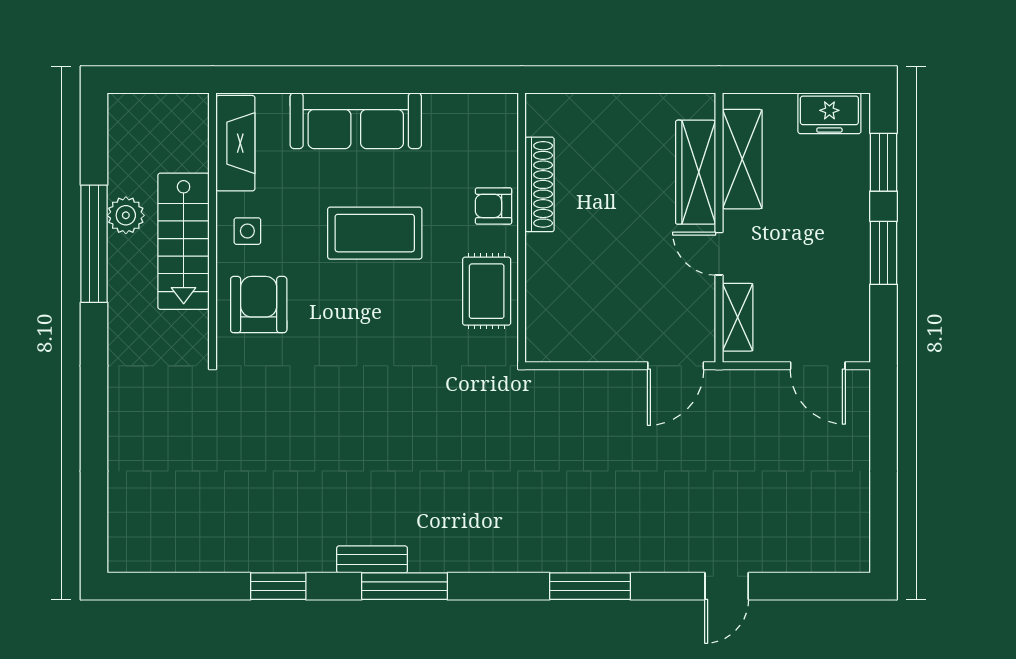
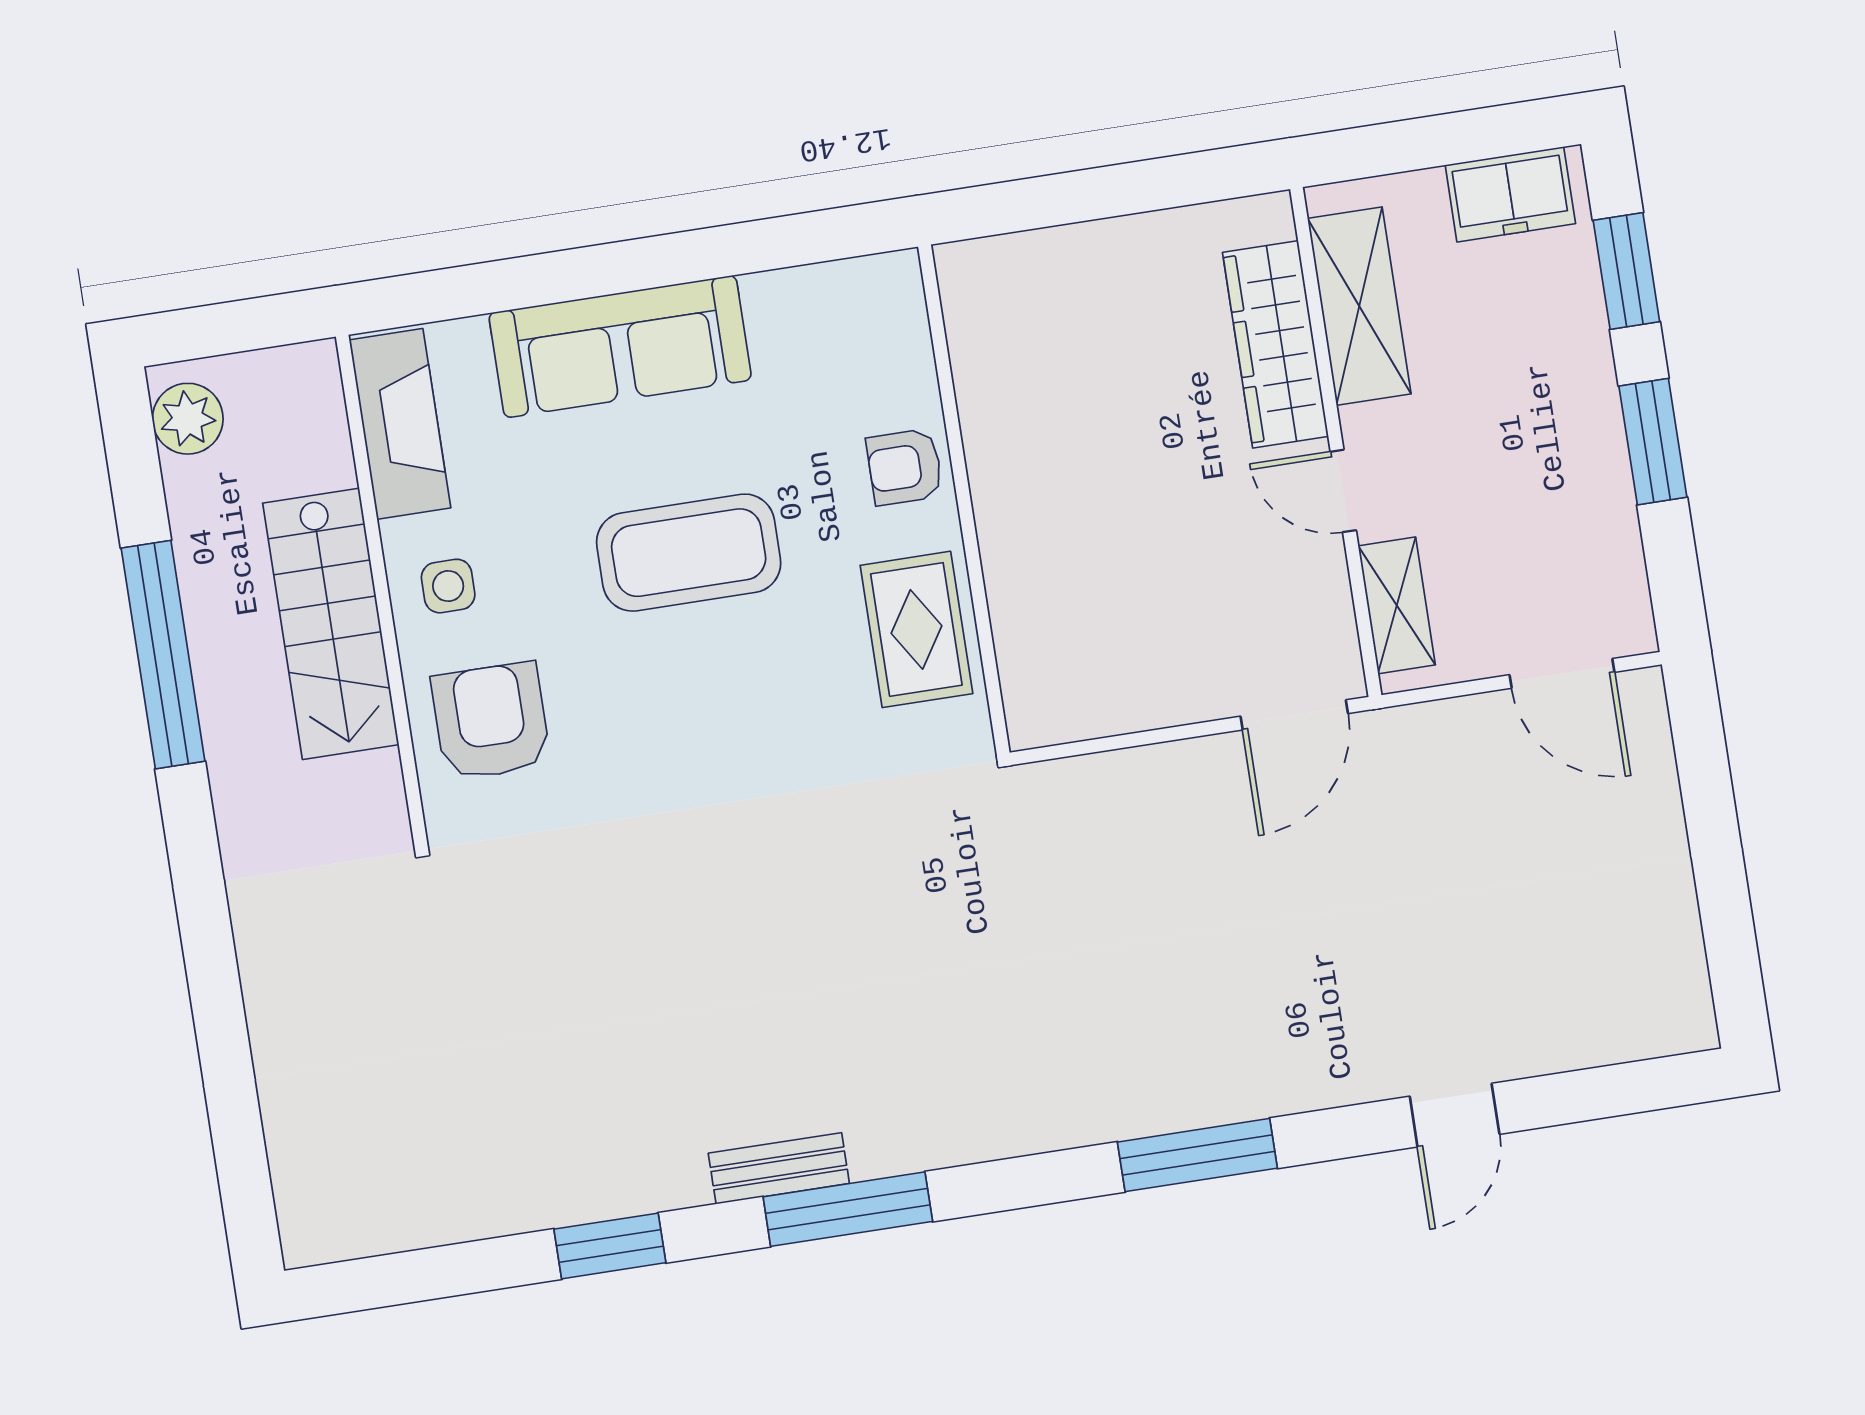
shoe rack: (540, 184) -> (985, 413), removed
plant: (126, 215) -> (188, 419), moved

